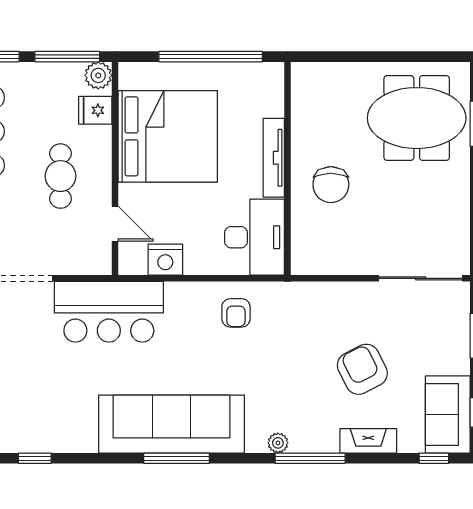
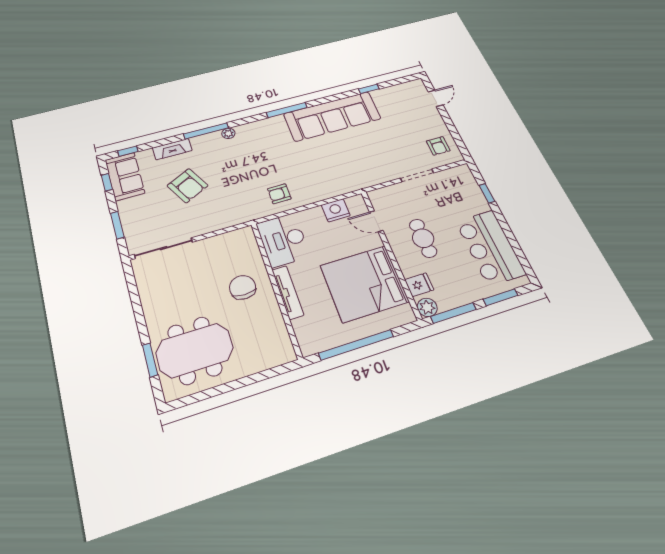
bar counter: (109, 312) -> (359, 172), removed
armchair: (236, 313) -> (279, 194), turned -90
sofa: (171, 424) -> (332, 116), moved

